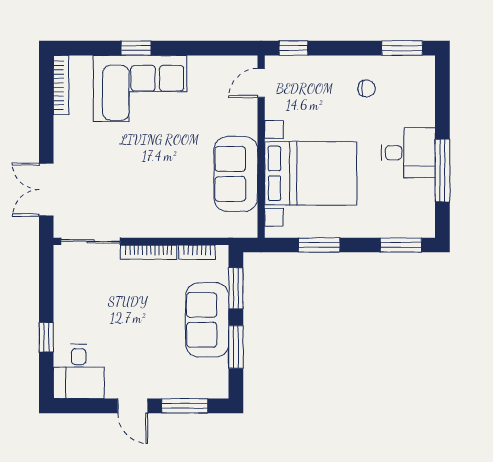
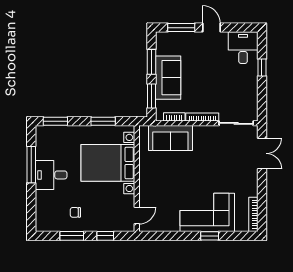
window: (293, 48) -> (105, 236), moved
window: (402, 48) -> (72, 236), moved
sofa: (236, 174) -> (170, 138), moved, turned 90

